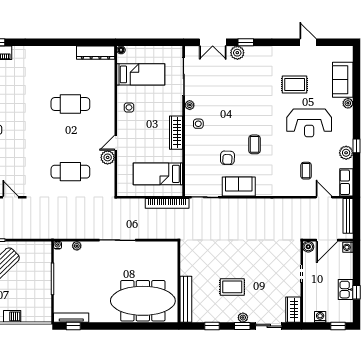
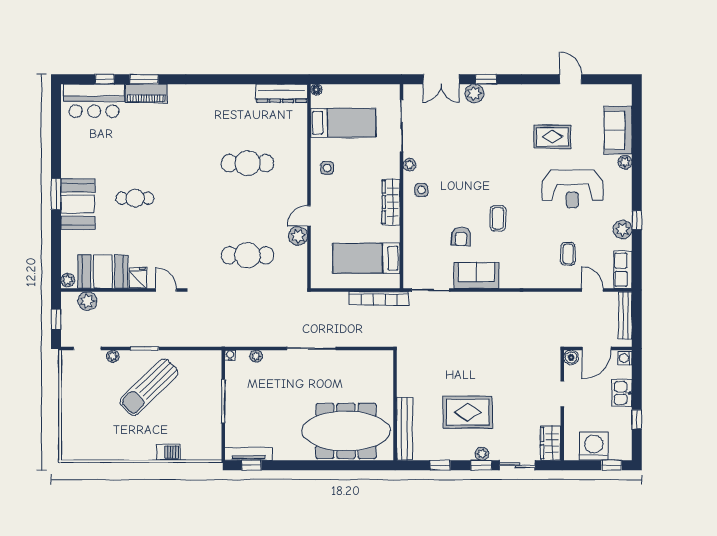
rug: (232, 287) -> (468, 412), width x1.36, depth x1.43
kitchen sink: (346, 290) -> (622, 393), moved
washing machine: (320, 317) -> (594, 446), width x1.89, depth x1.89

